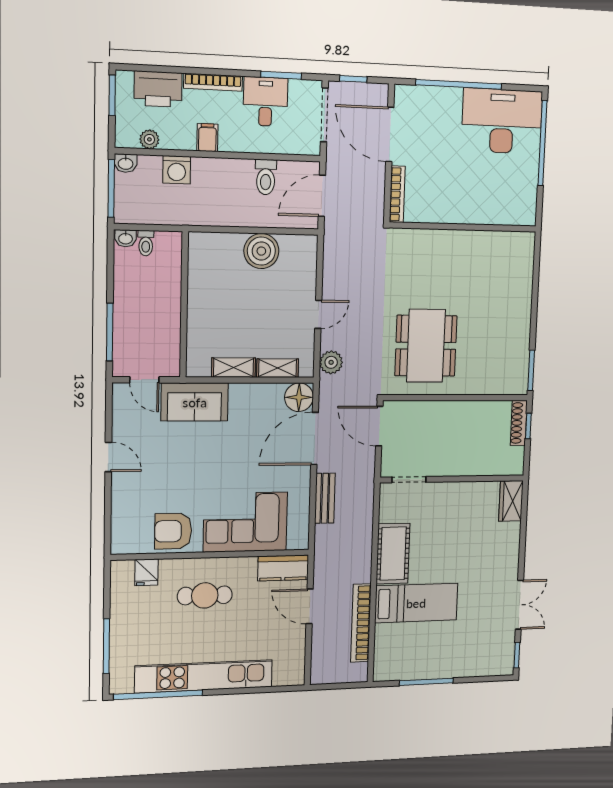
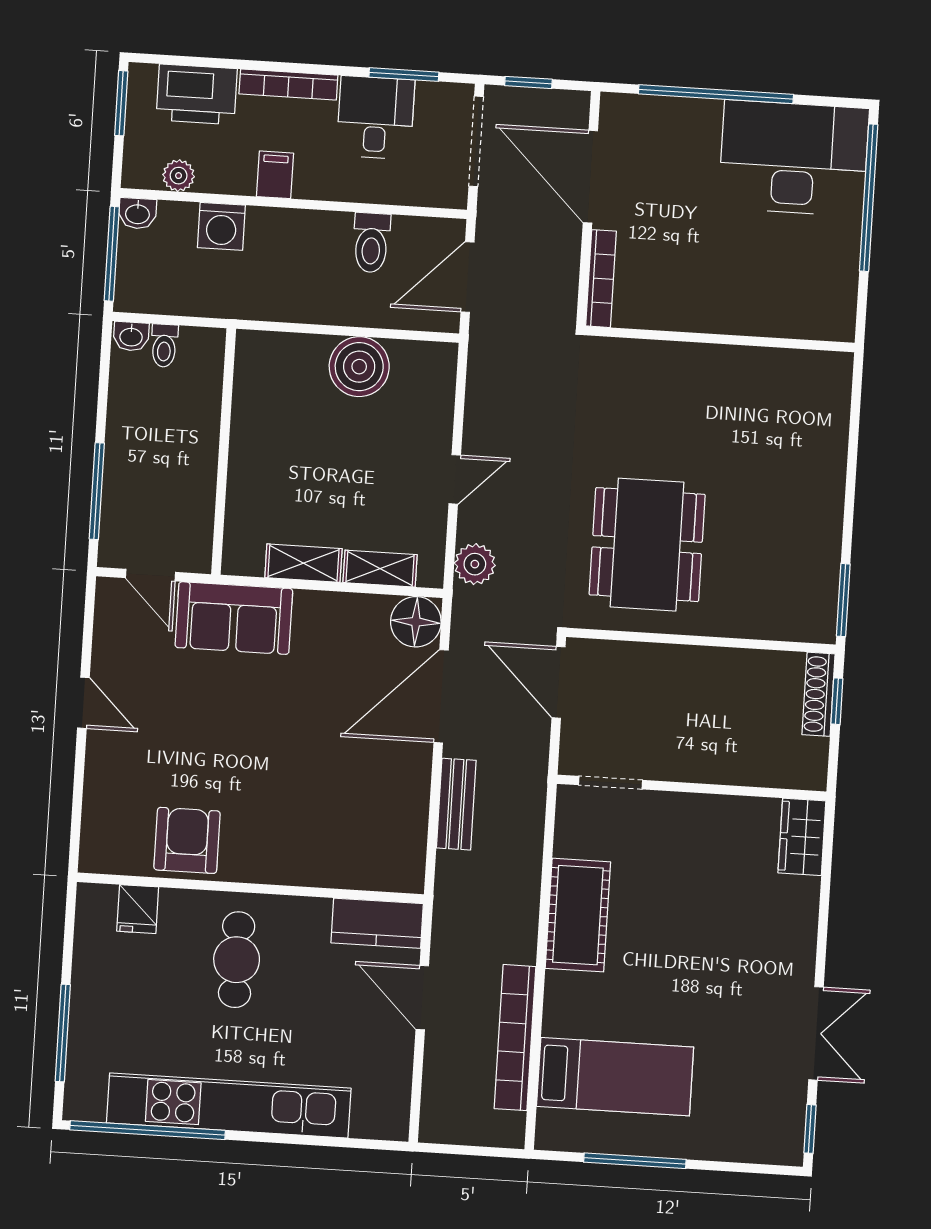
corner sofa: (245, 522) -> (313, 835), removed
armchair: (173, 531) -> (187, 840), turned 90
cafe table: (205, 595) -> (237, 960), turned 90
bed: (416, 603) -> (615, 1077), moved

